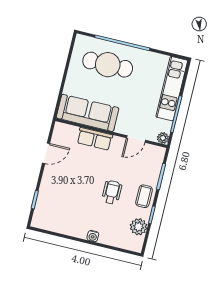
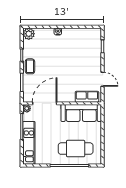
row of seats: (95, 139) -> (87, 97), moved
door: (136, 139) -> (45, 103), width x1.87
door: (46, 153) -> (103, 79), swing flipped
wheelchair: (112, 192) -> (52, 64), removed
plant: (139, 227) -> (29, 34), moved

